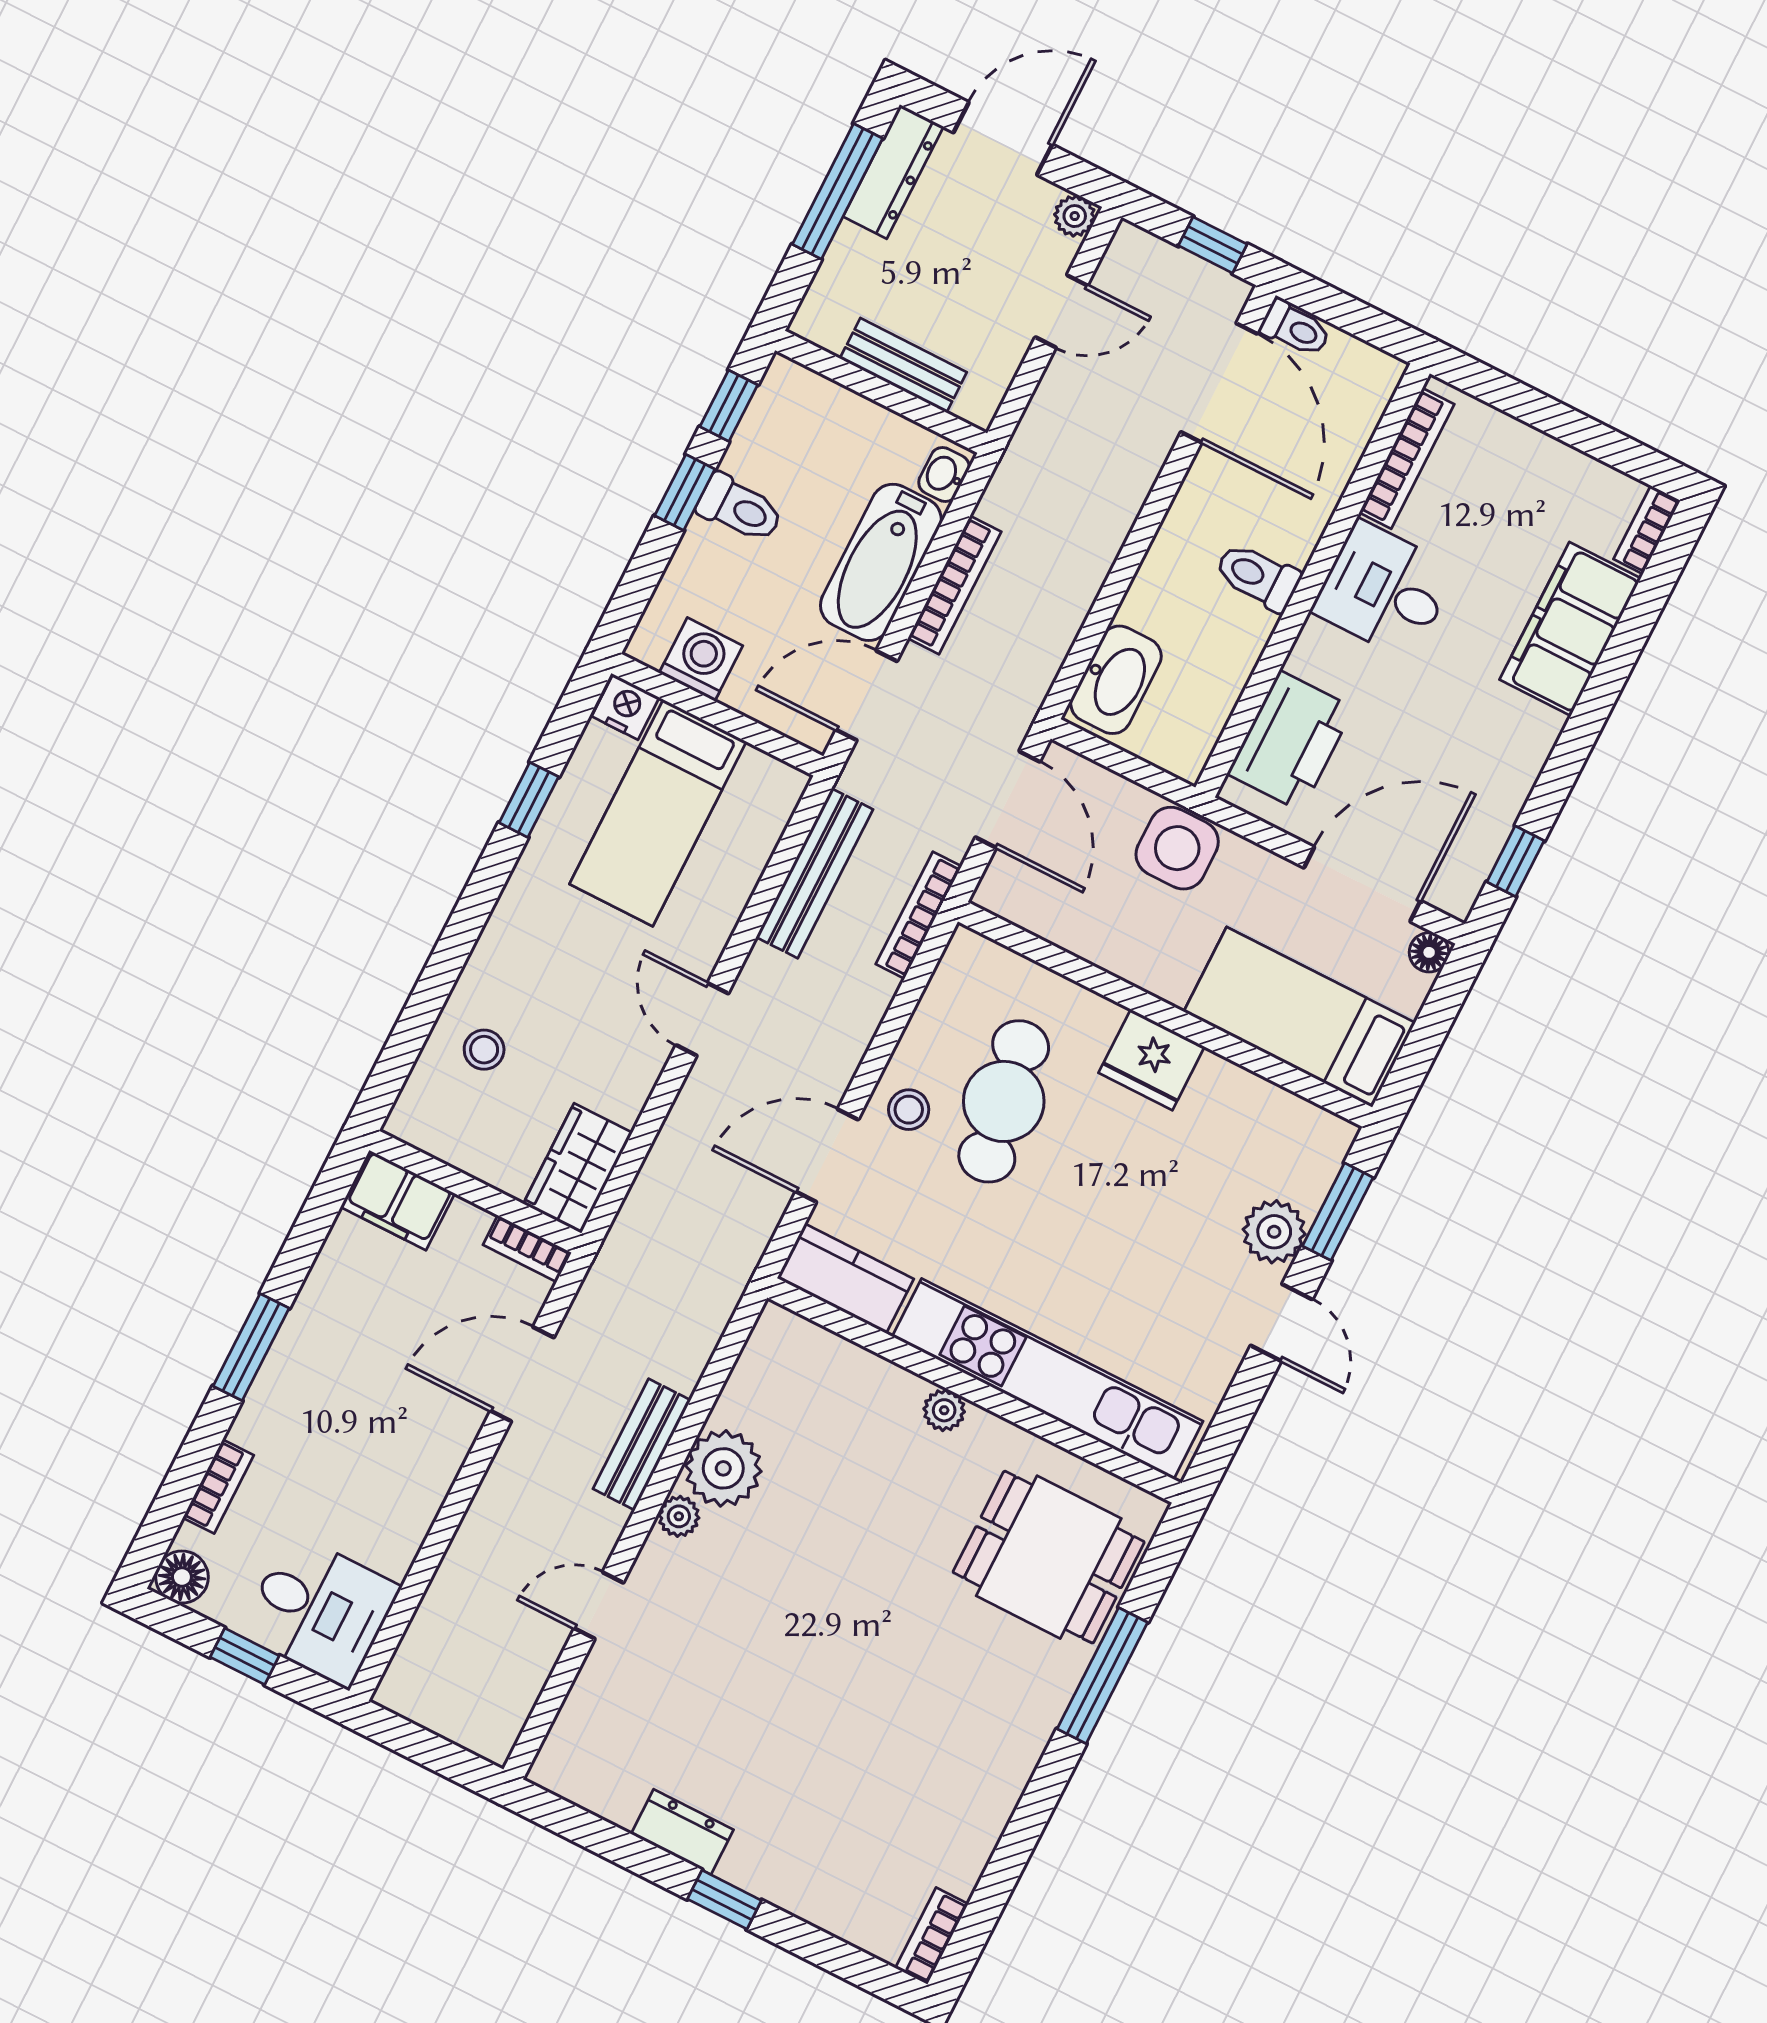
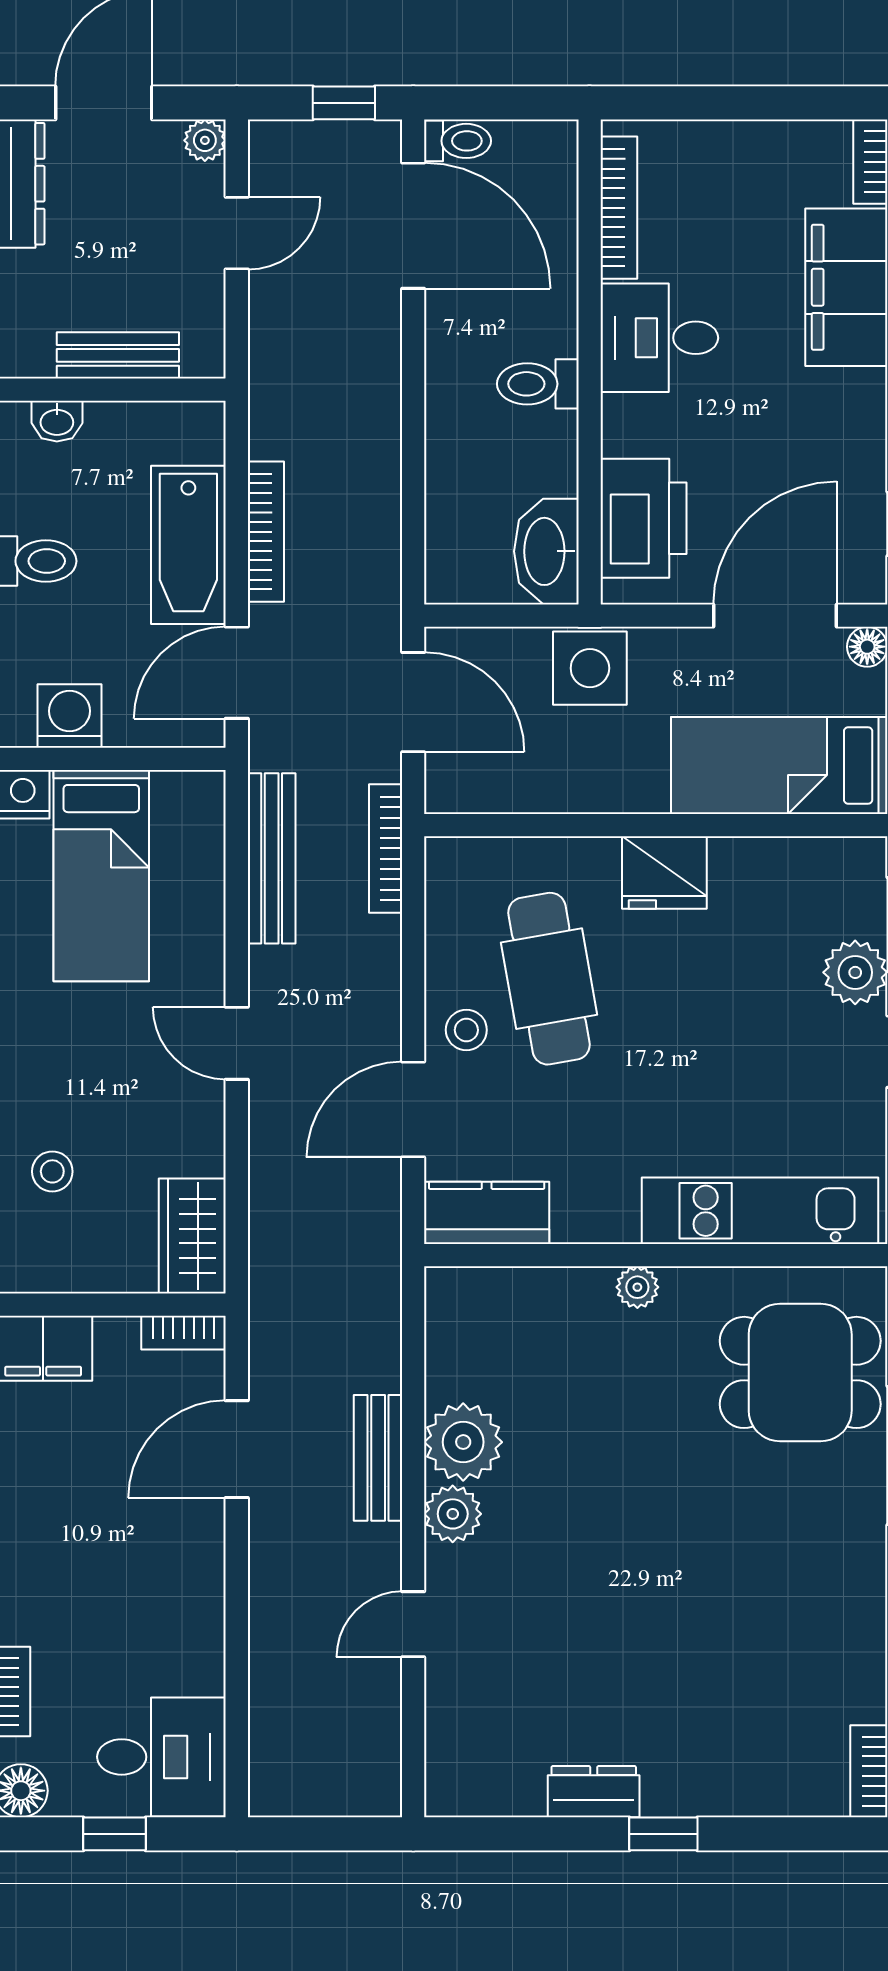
washbasin: (944, 475) -> (57, 421), moved, turned -90
washbasin: (1116, 680) -> (546, 551), moved, turned 180
kitchen unit: (1048, 1379) -> (760, 1211), width x0.73
plant: (679, 1516) -> (453, 1514), width x1.38, depth x1.38

